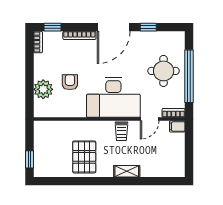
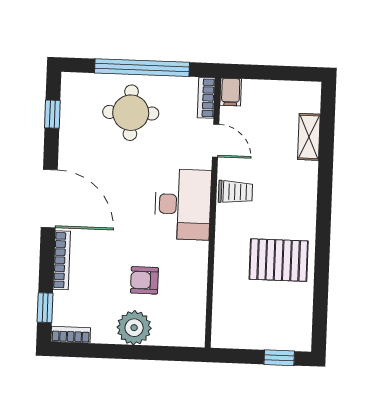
window: (148, 27) -> (52, 114), moved
plant: (43, 89) -> (134, 328), moved
desk: (113, 97) -> (183, 204), width x0.73, depth x0.77
shelving: (127, 171) -> (309, 137), moved

